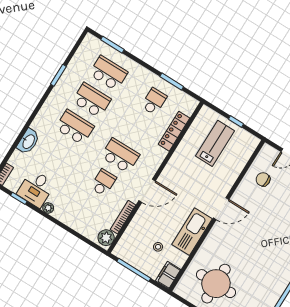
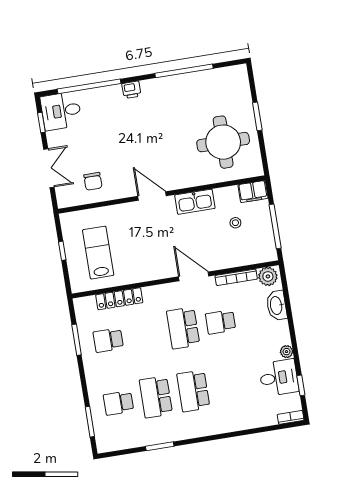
school desk: (108, 73) -> (118, 403), width x0.54
washbasin: (28, 141) -> (277, 305), moved, turned -90
lab bench: (215, 143) -> (98, 253), turned 90
kitchen sink: (192, 232) -> (195, 202), width x0.73, depth x0.81

